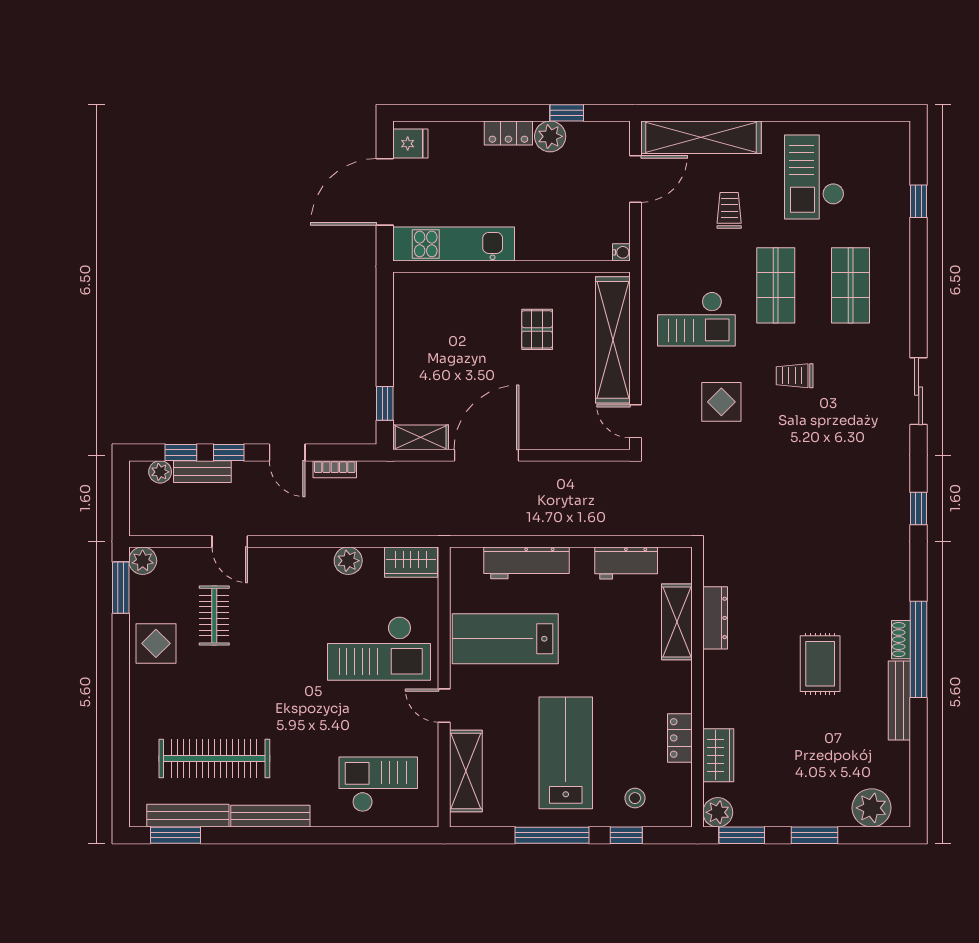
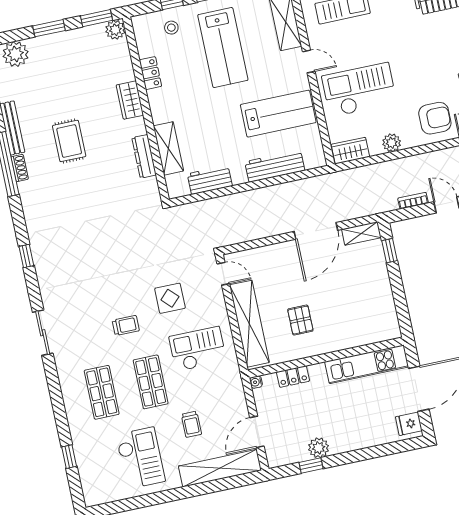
locker: (508, 133) -> (293, 376), moved, turned 180
armchair: (277, 583) -> (435, 118), added
wardrobe: (718, 755) -> (130, 100), moved

